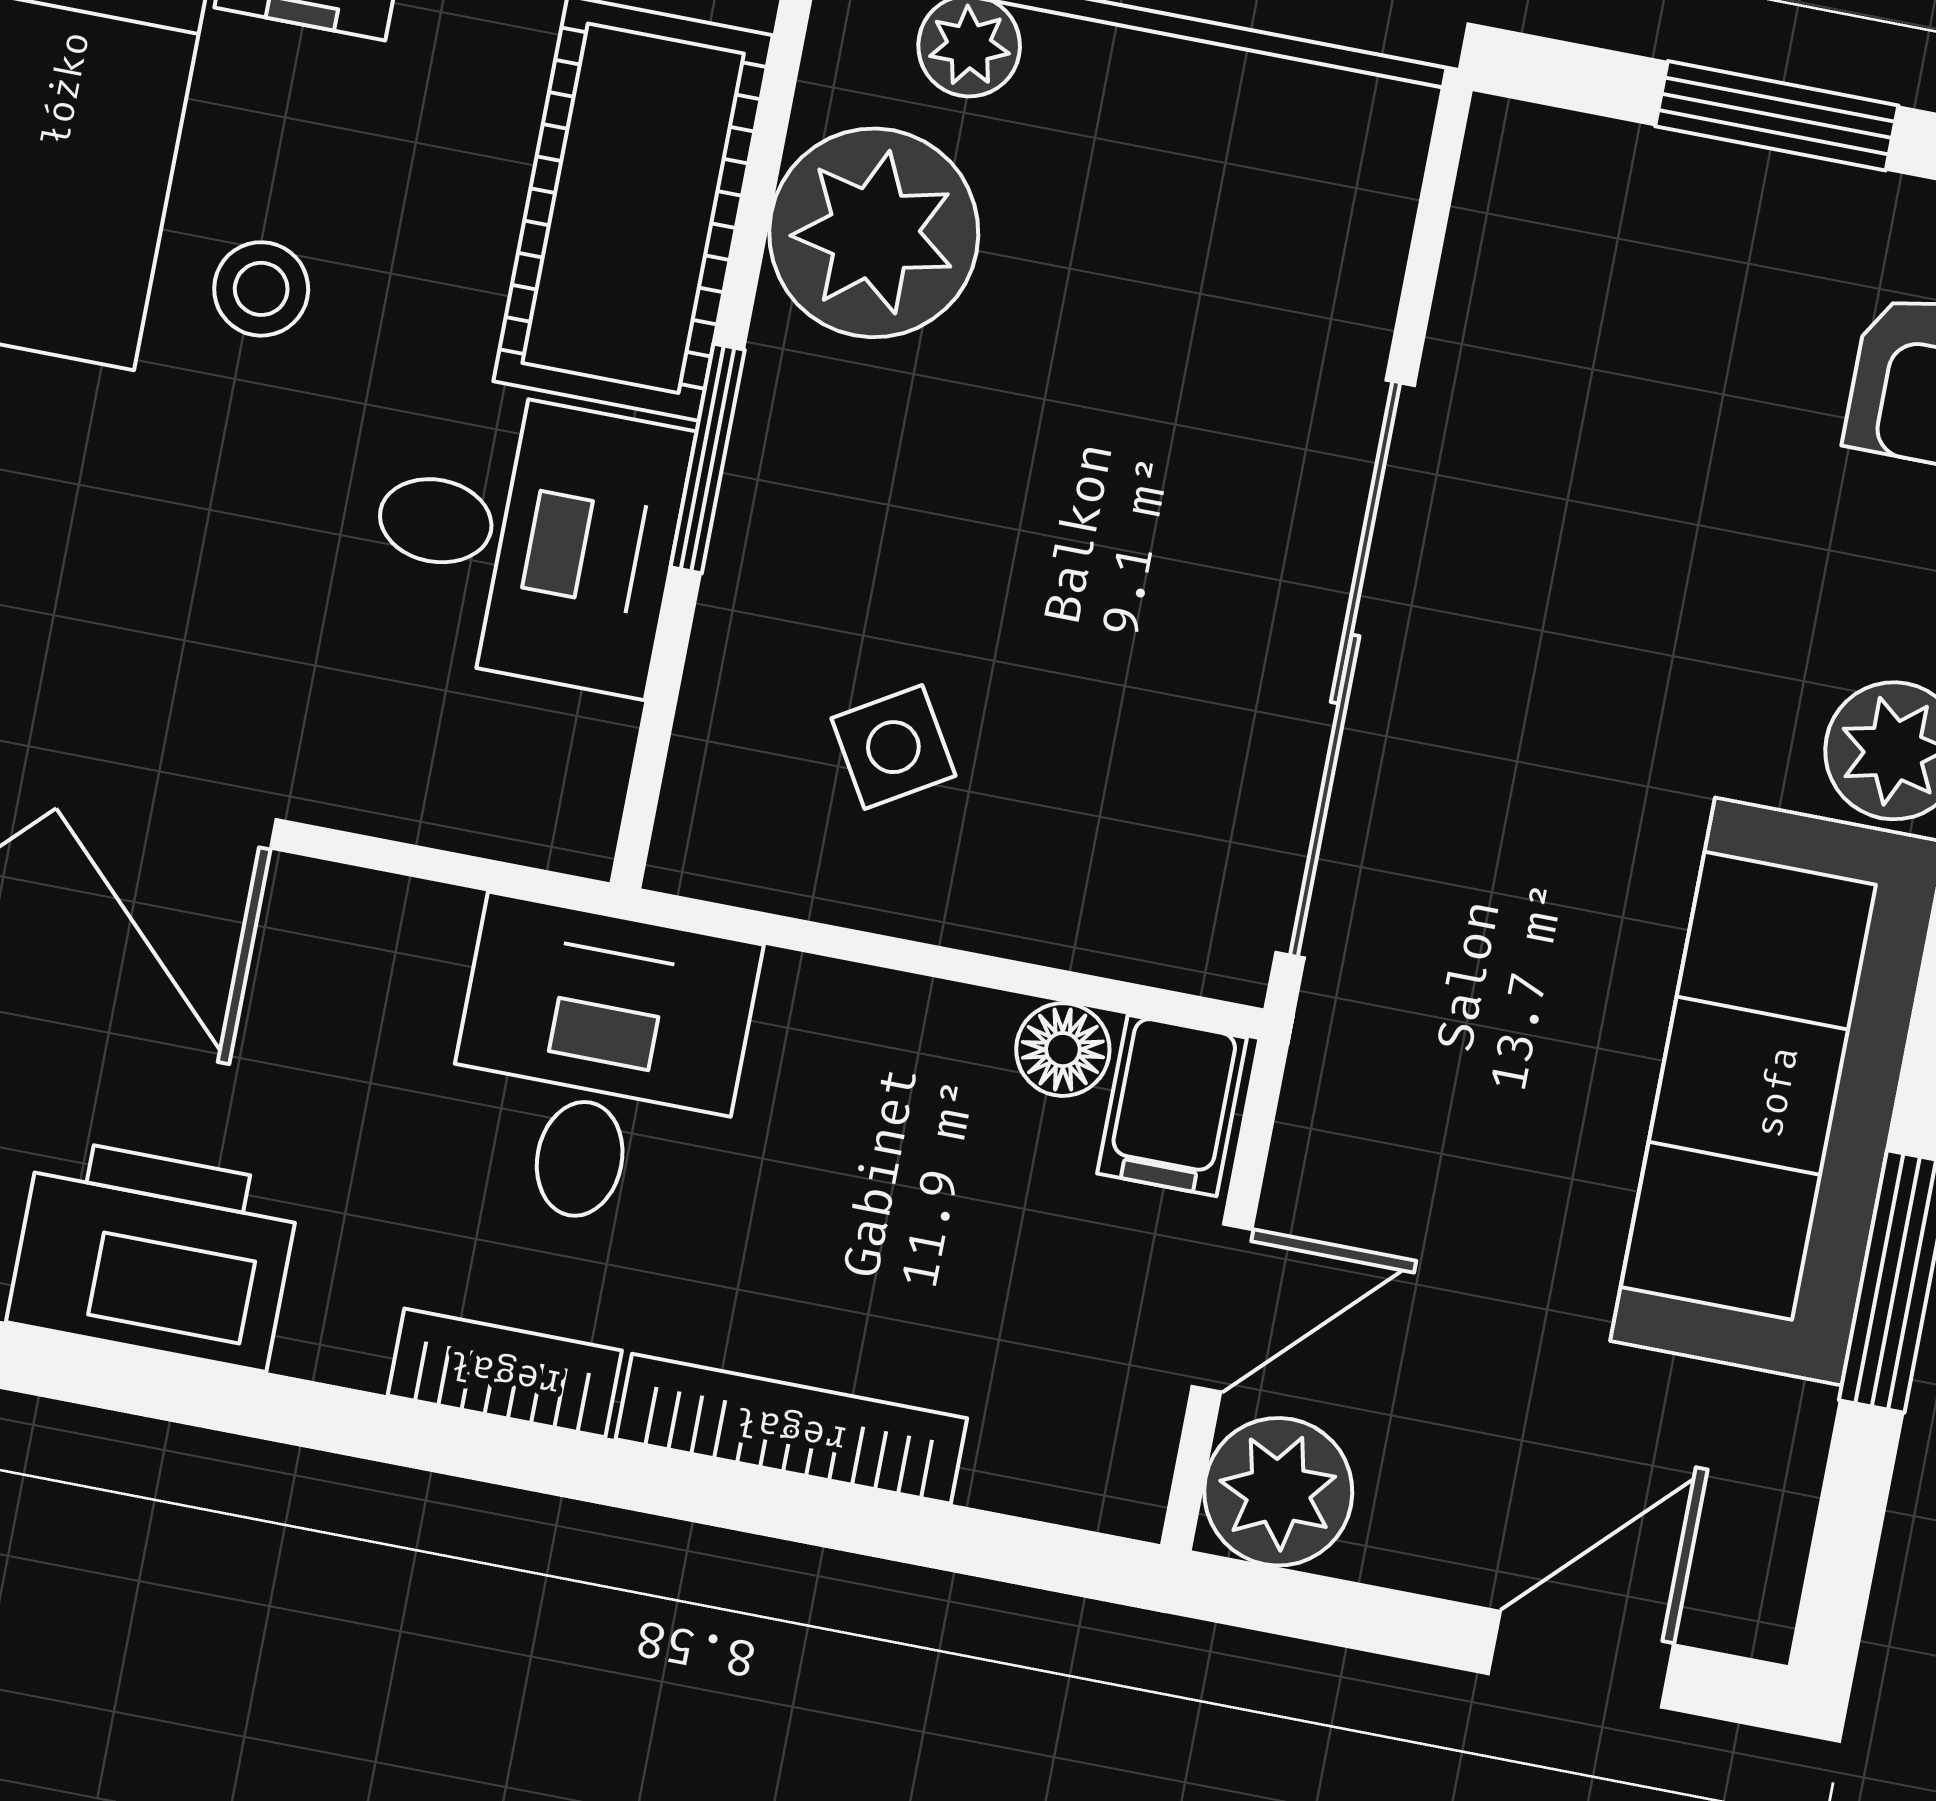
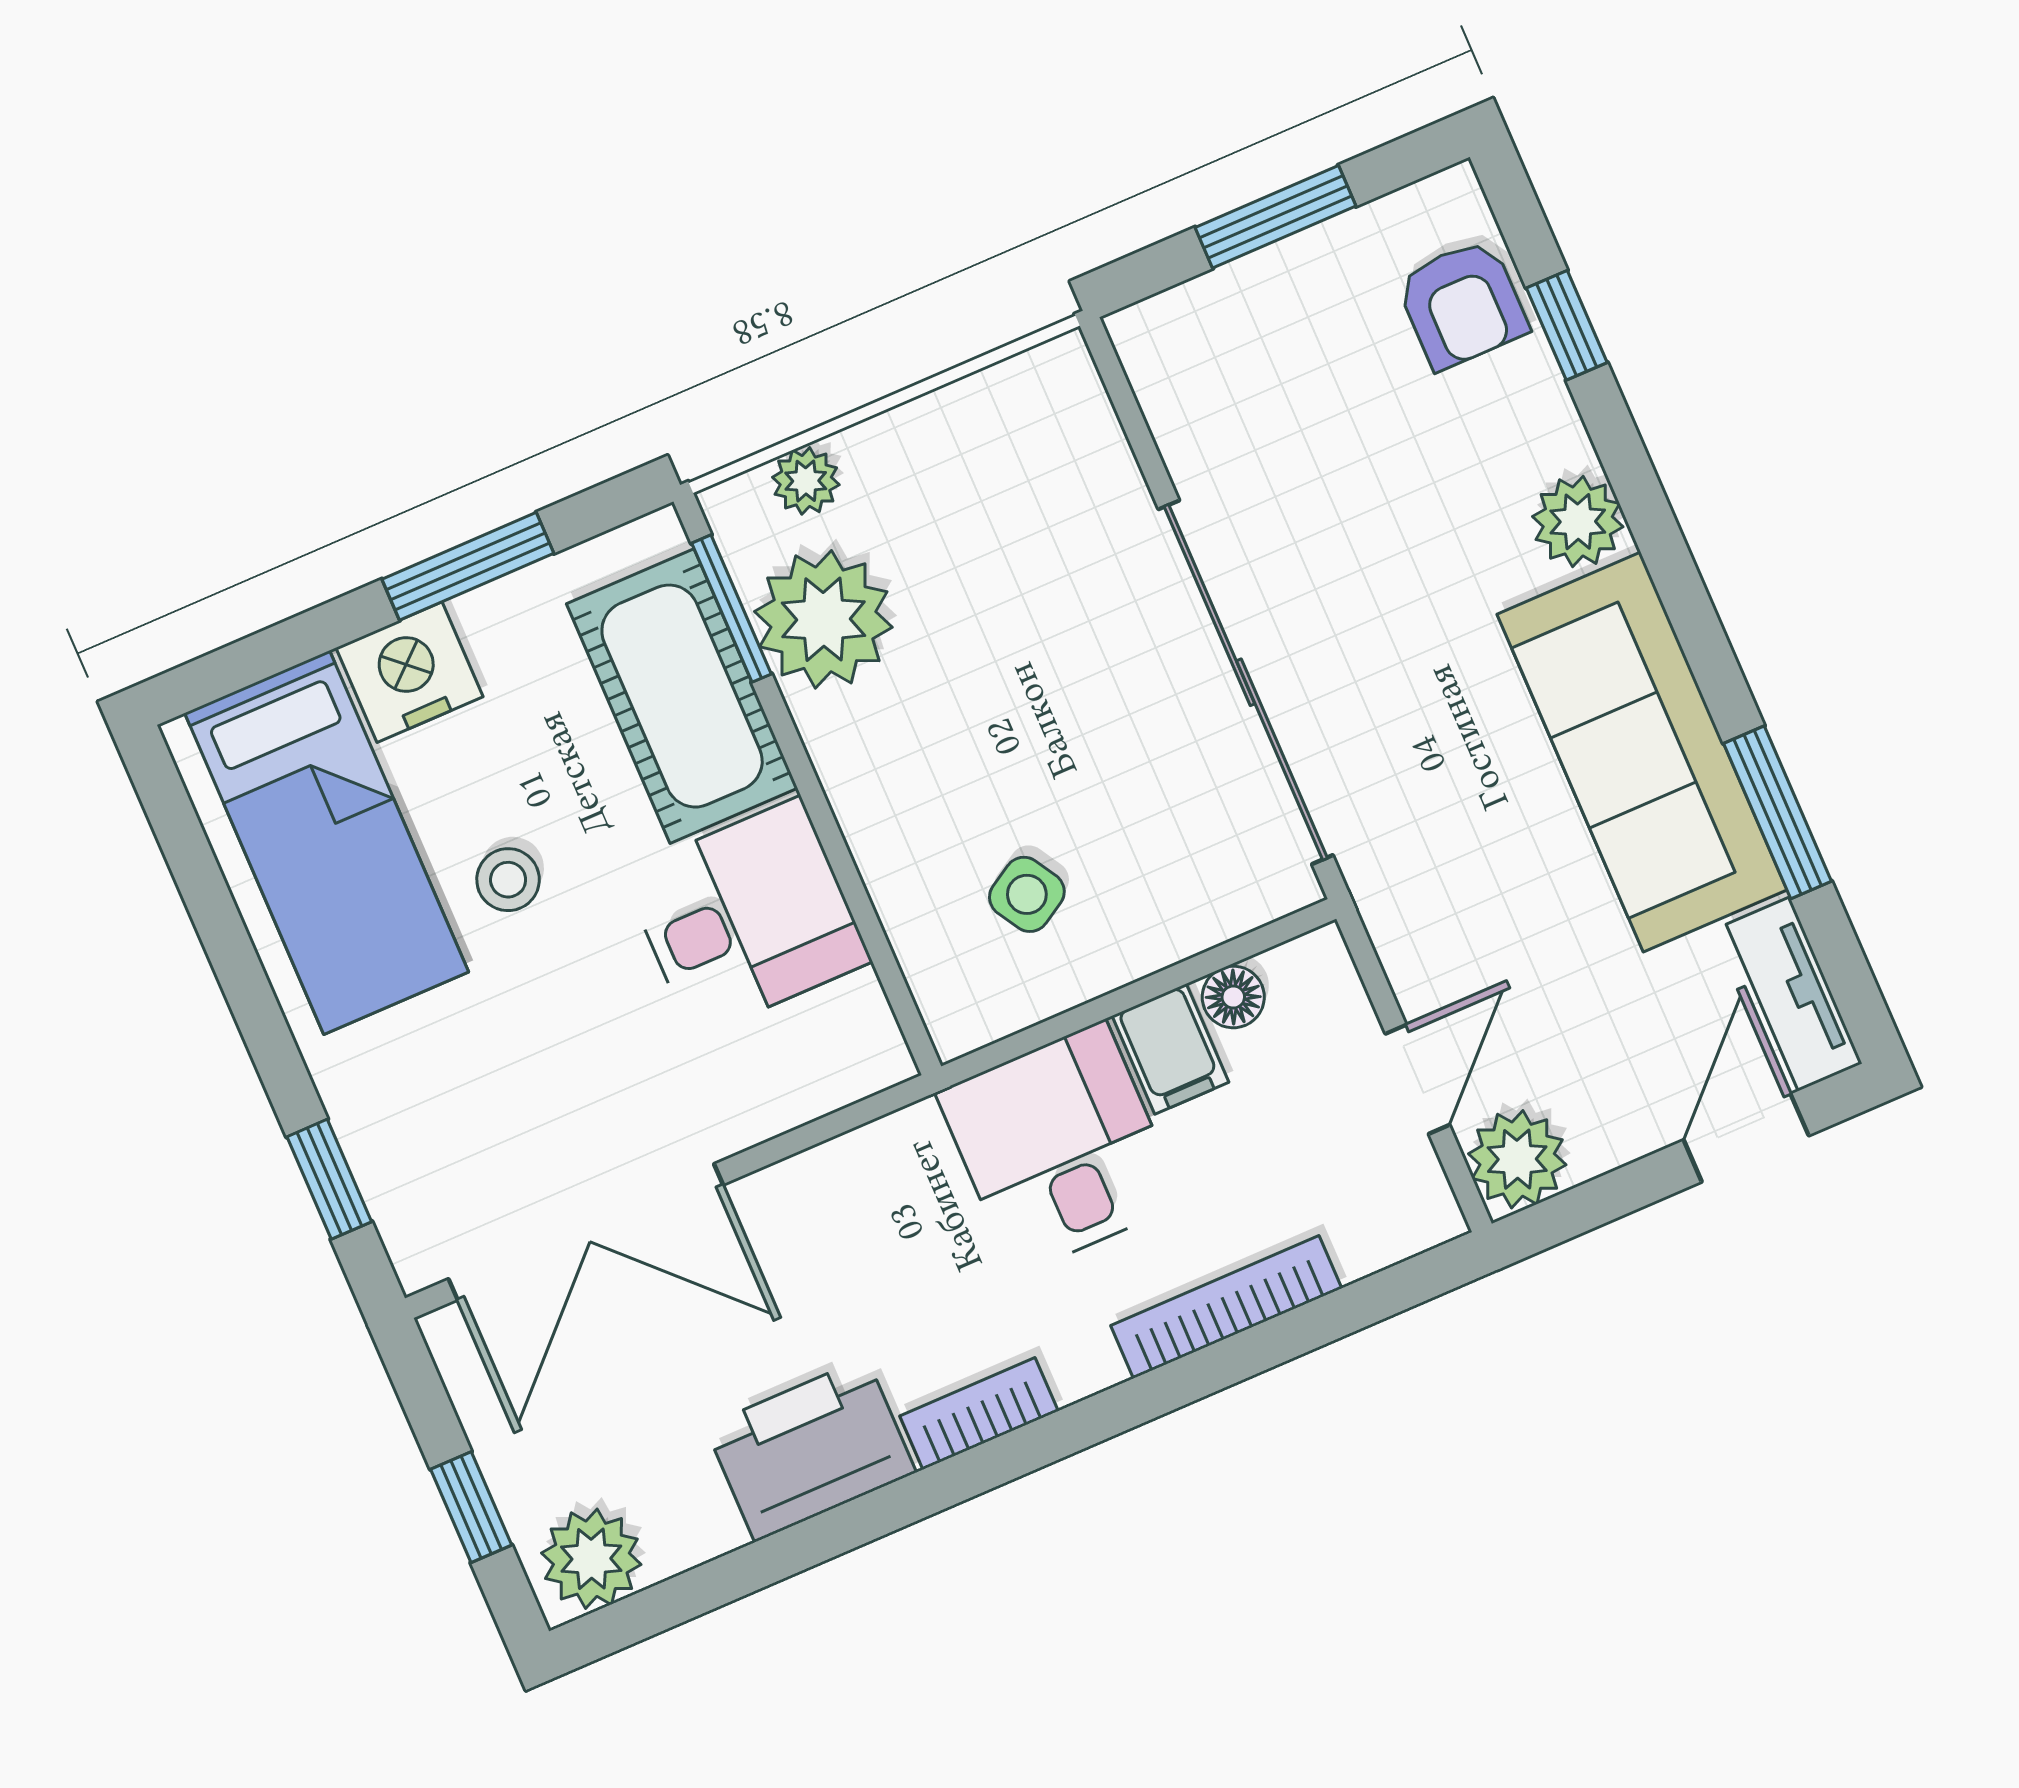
window: (708, 458) -> (732, 609), moved
desk: (597, 1067) -> (1060, 1148), moved
filing cabinet: (1172, 1106) -> (1170, 1049), moved
bookcase: (505, 1373) -> (979, 1414), moved
tv unit: (1762, 1521) -> (1794, 994), added

